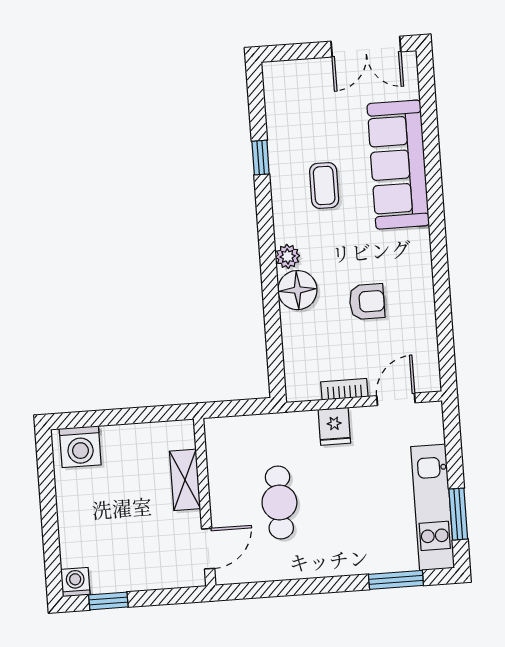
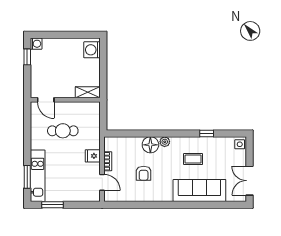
side table: (281, 76) -> (240, 144), added
shelving: (185, 480) -> (88, 92), moved
kitchen unit: (433, 507) -> (38, 176), moved, turned 90

